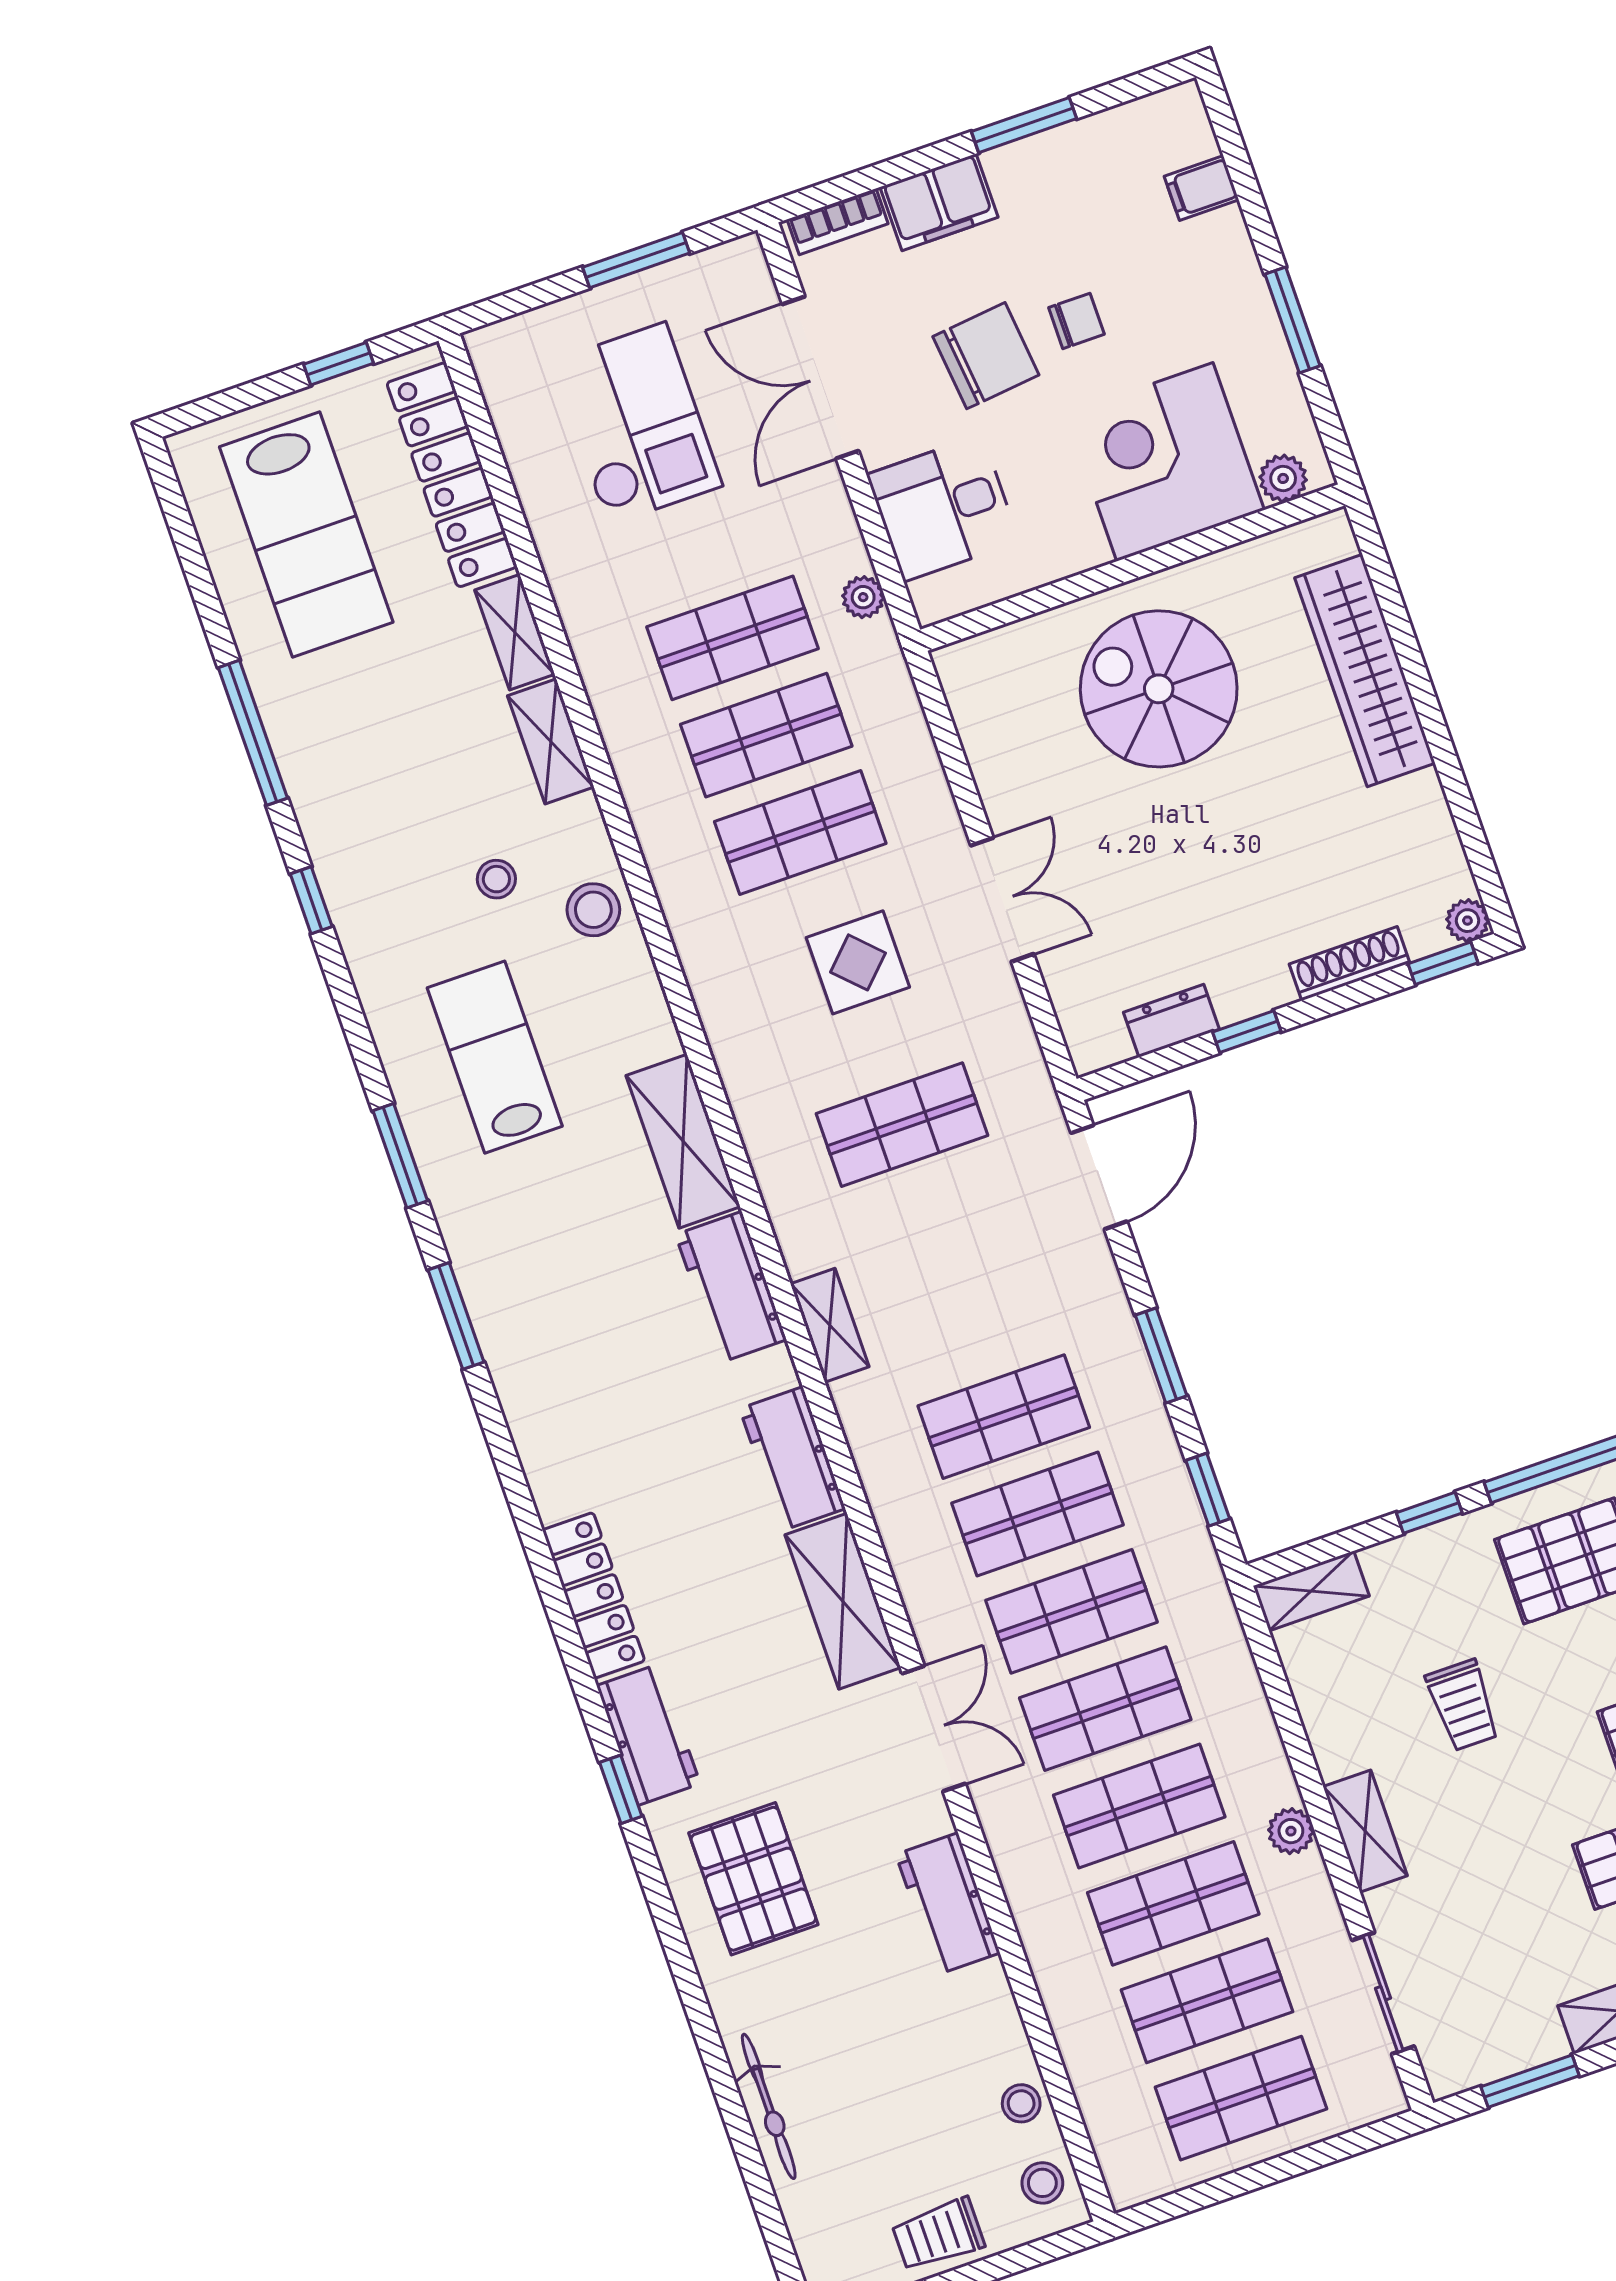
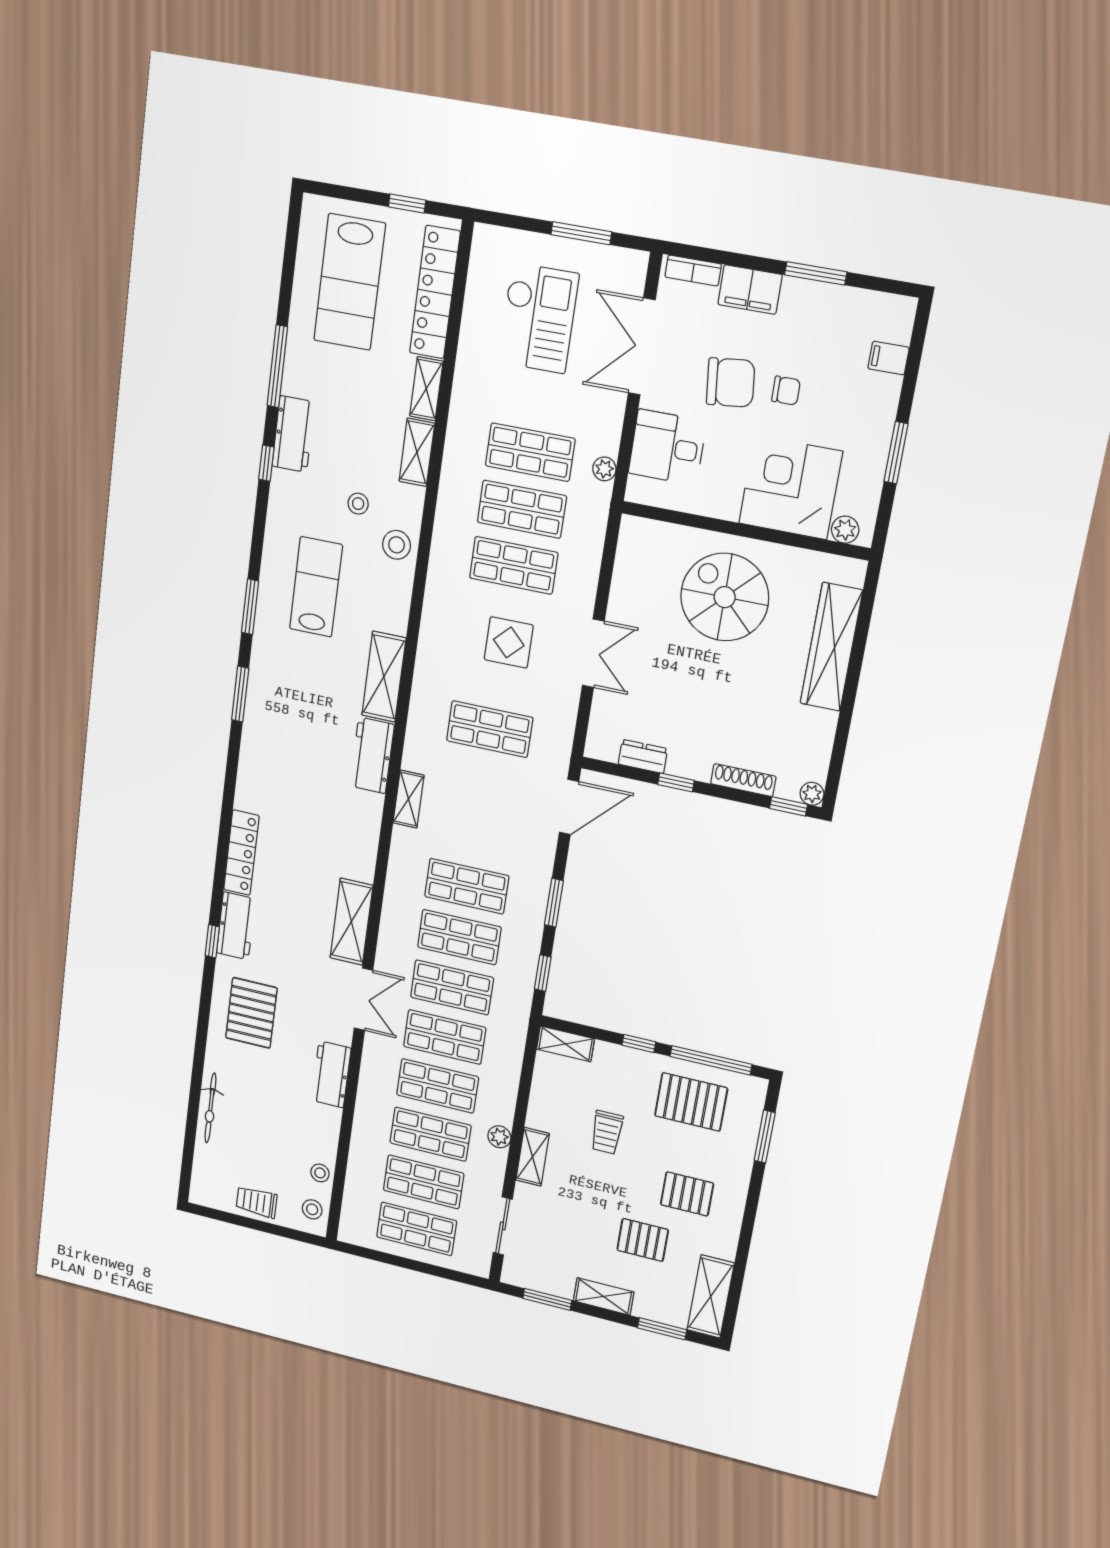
workbench: (792, 1459) -> (293, 434), moved, turned 180

